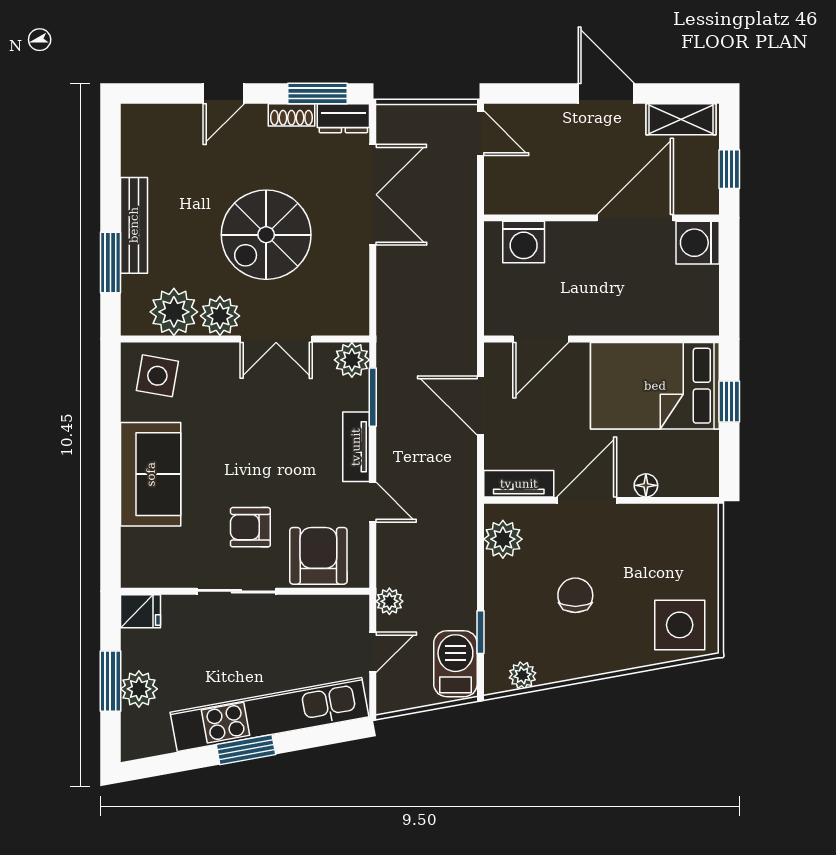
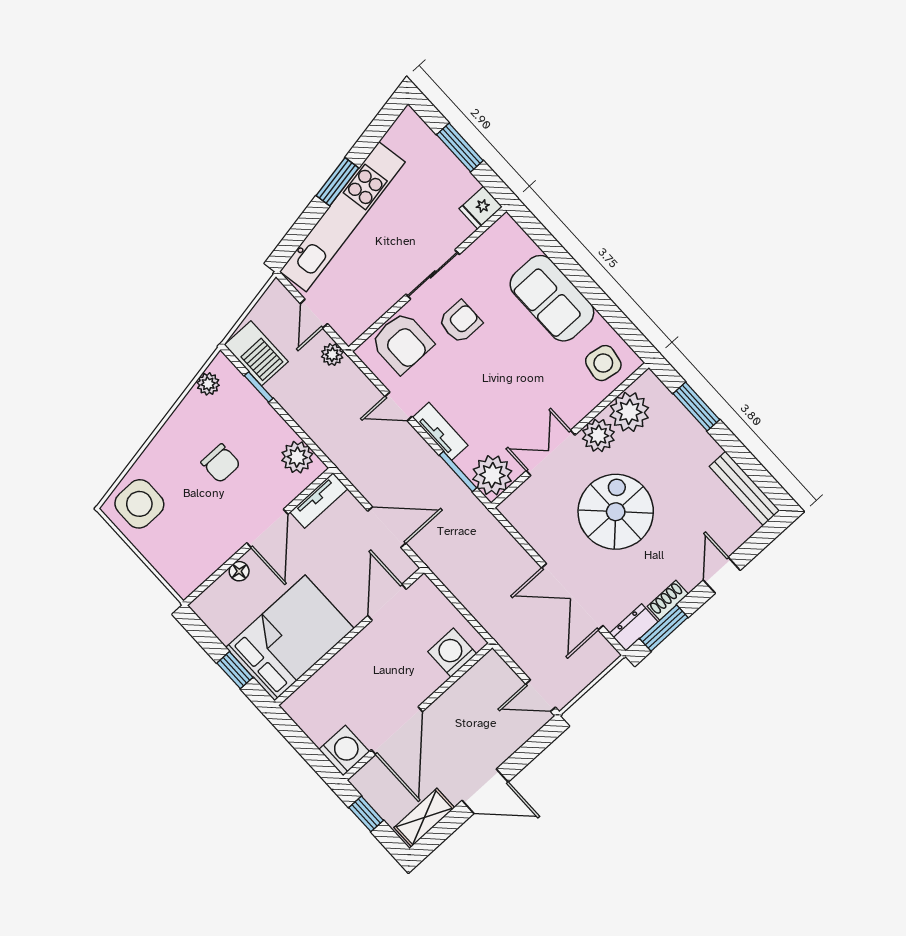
bench: (134, 225) -> (744, 489), moved
plant: (352, 360) -> (492, 475), width x1.36, depth x1.36
plant: (139, 689) -> (438, 159), removed

